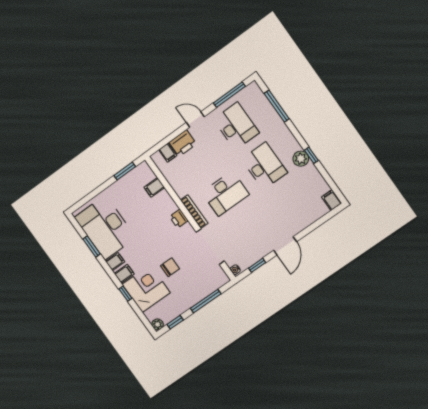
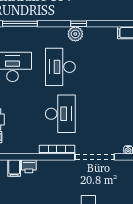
desk: (264, 166) -> (60, 67), turned -90
printer: (179, 219) -> (29, 166), moved

